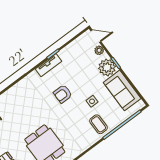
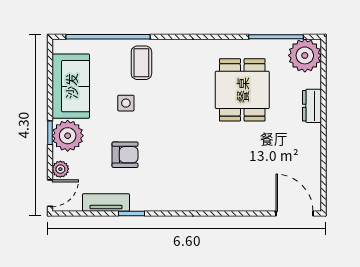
door: (96, 36) -> (50, 193), swing flipped
tv unit: (49, 65) -> (106, 203), moved
armchair: (63, 94) -> (125, 155), moved

